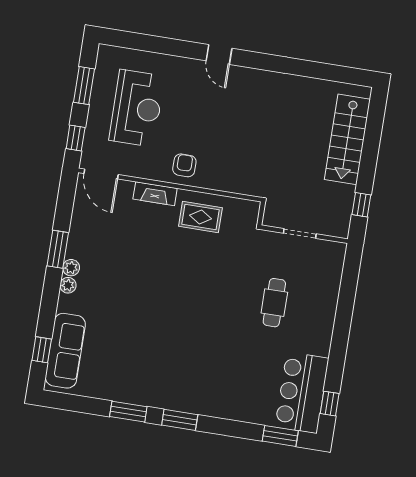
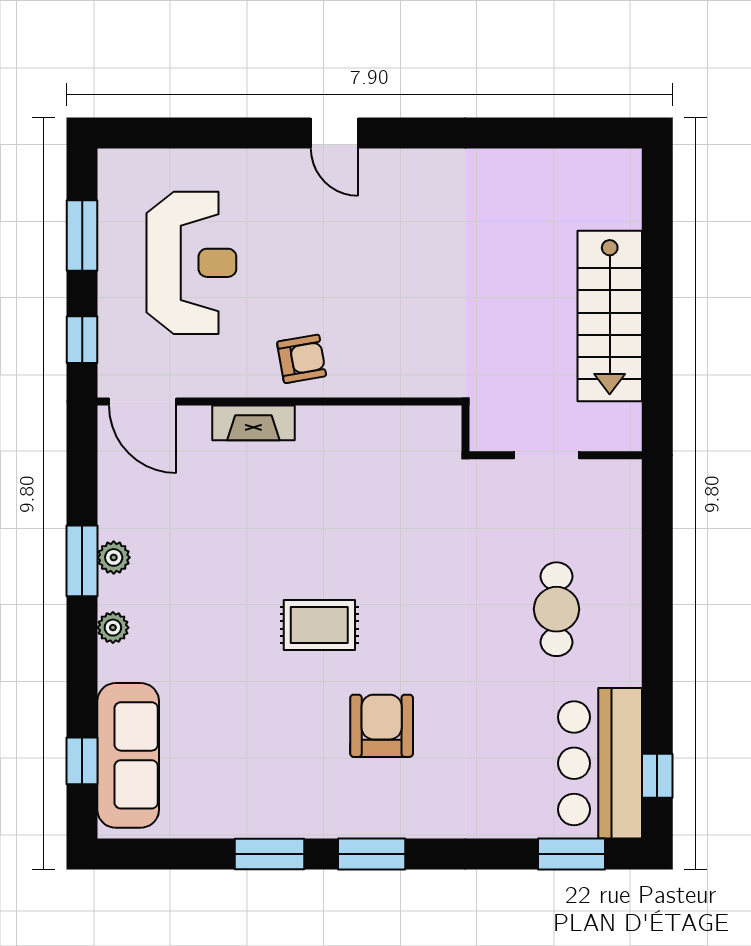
stairs: (347, 139) -> (610, 316), moved
armchair: (184, 165) -> (302, 359), turned 80
window: (361, 205) -> (657, 380), removed
rug: (200, 217) -> (319, 625), moved
plant: (71, 268) -> (114, 557), moved
cafe table: (274, 303) -> (557, 609), moved
armchair: (195, 356) -> (382, 726), added

